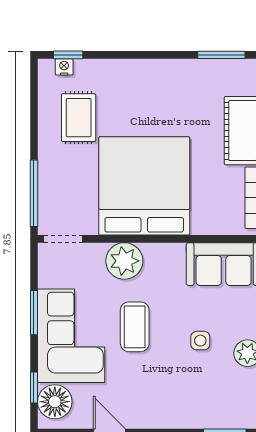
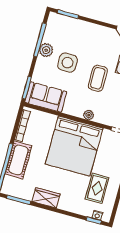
wardrobe: (171, 73) -> (46, 198), added
plant: (124, 261) -> (89, 115), width x0.53, depth x0.53
side table: (200, 341) -> (68, 63), width x1.87, depth x1.87

